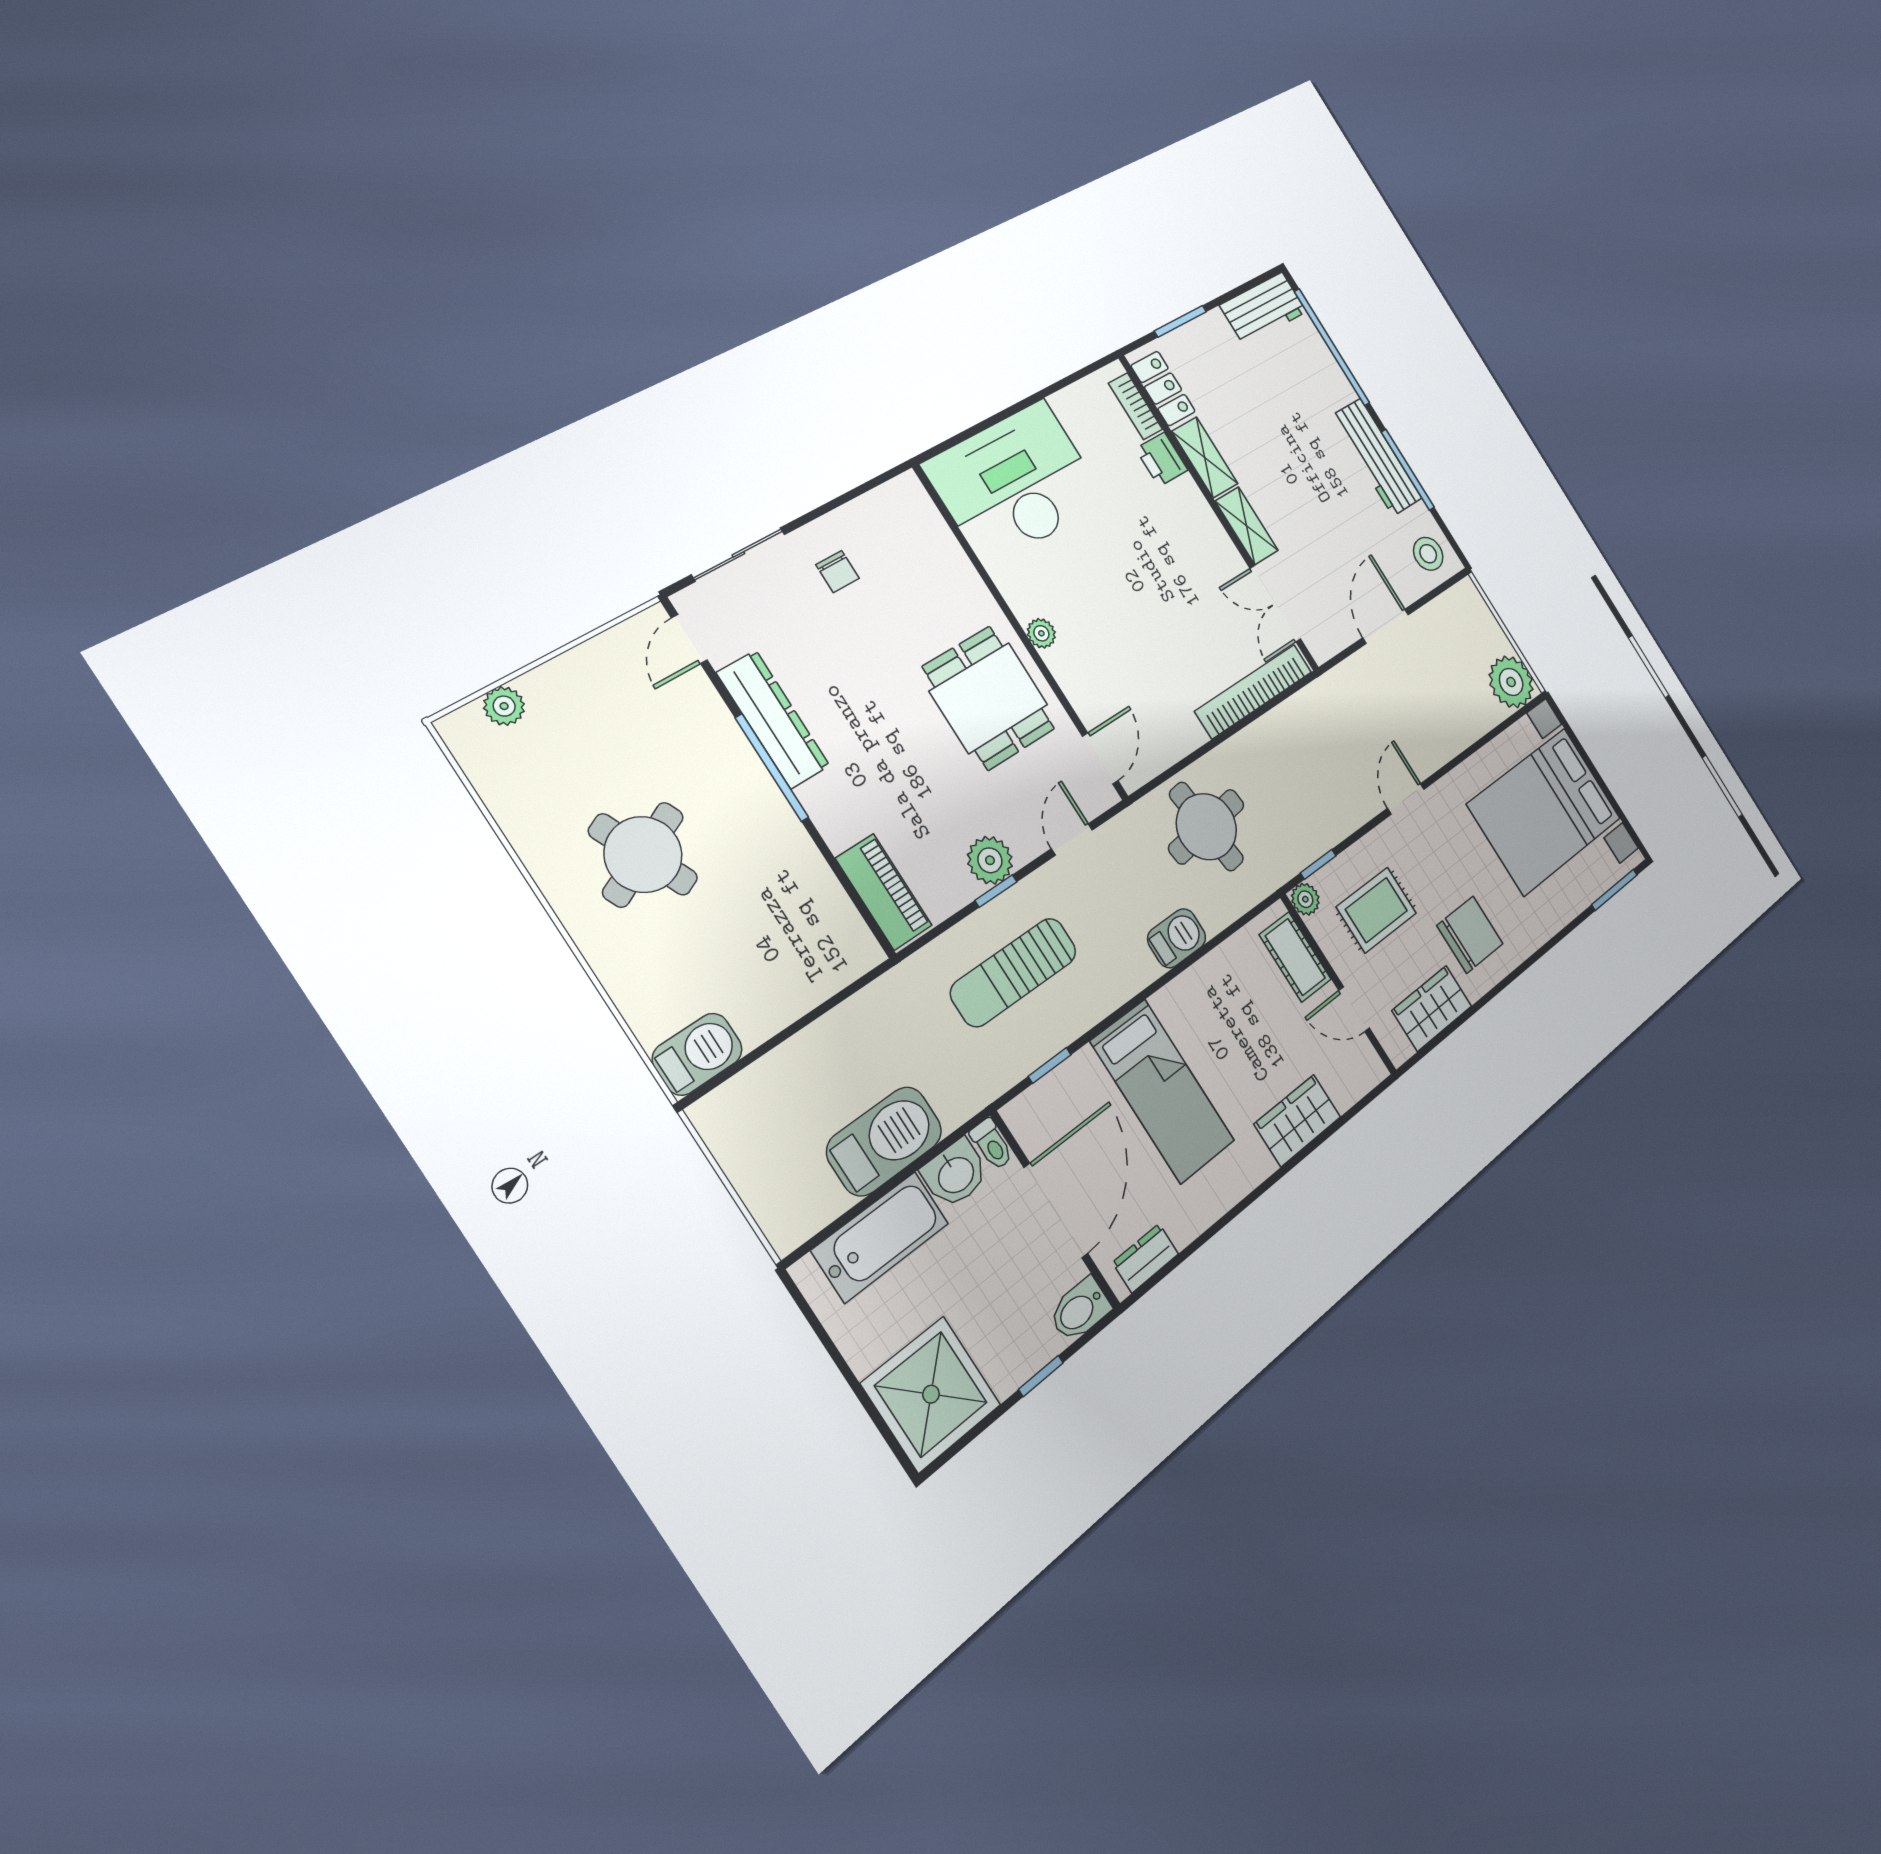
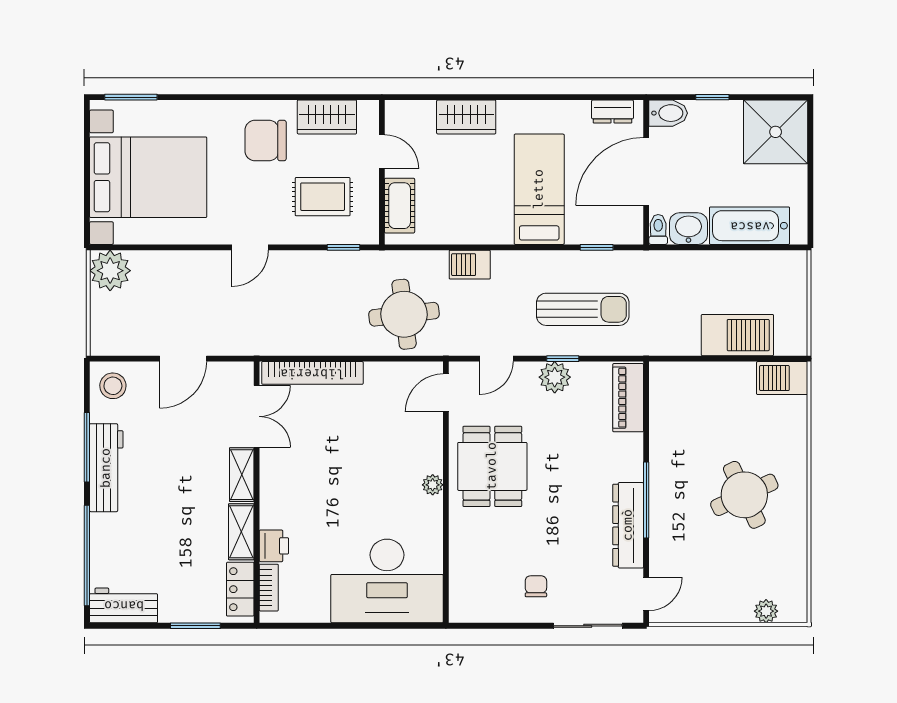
plant: (1305, 899) -> (368, 233), removed
barbecue: (884, 1141) -> (737, 335), moved, turned 180

